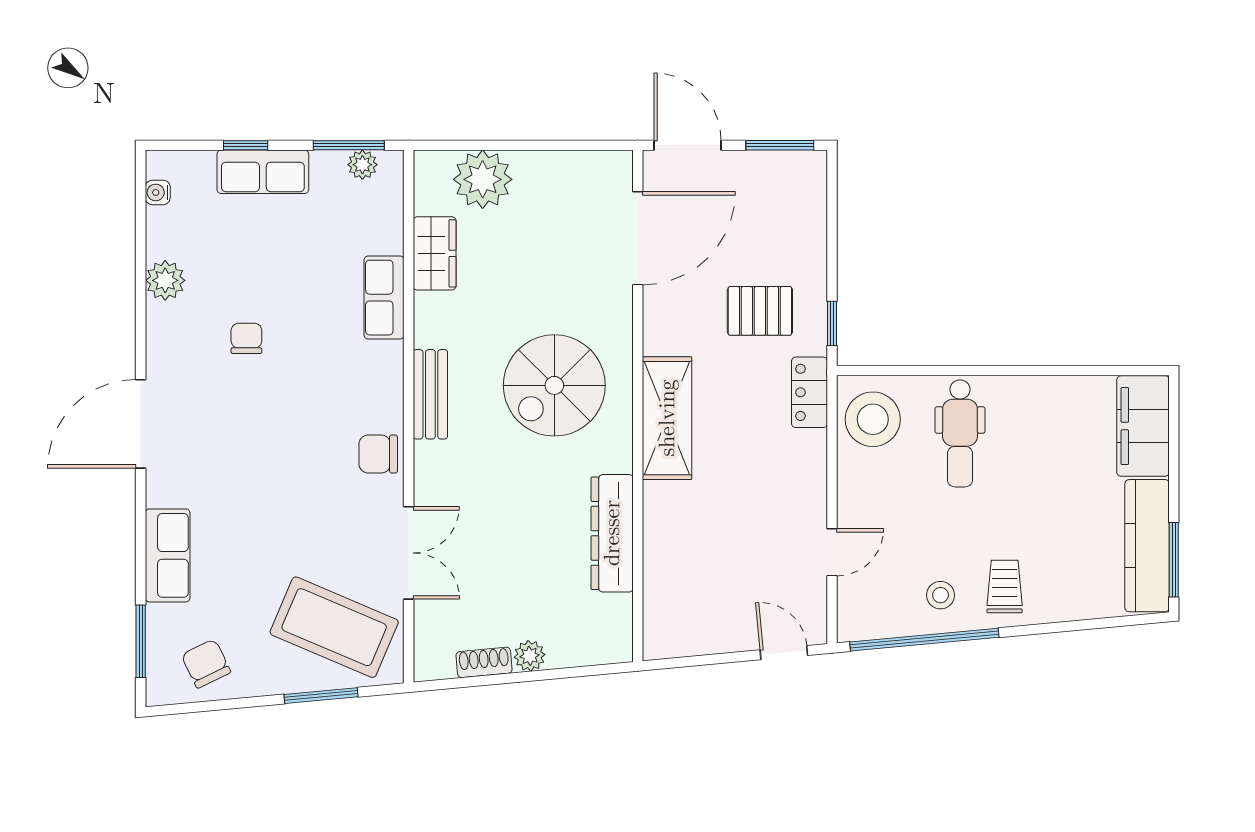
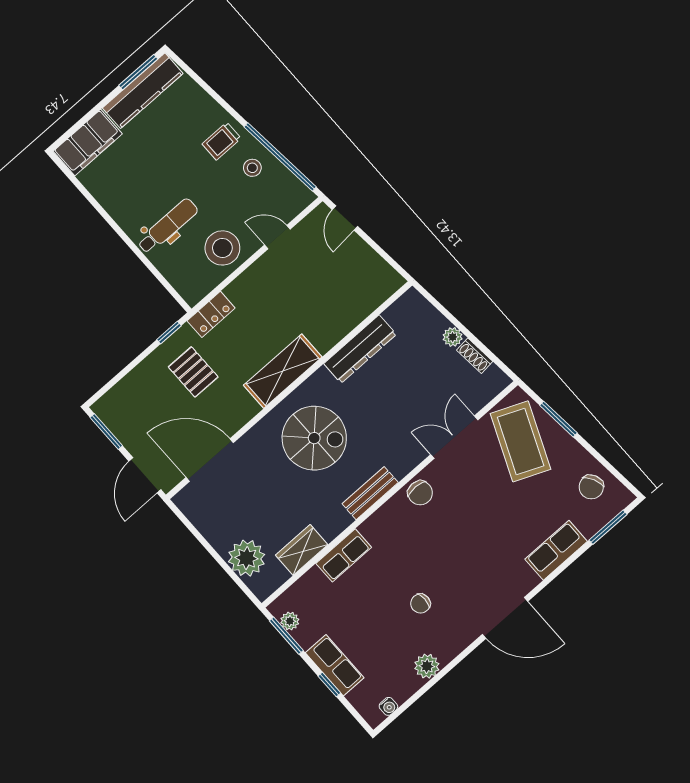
stool: (873, 419) -> (222, 248), moved

